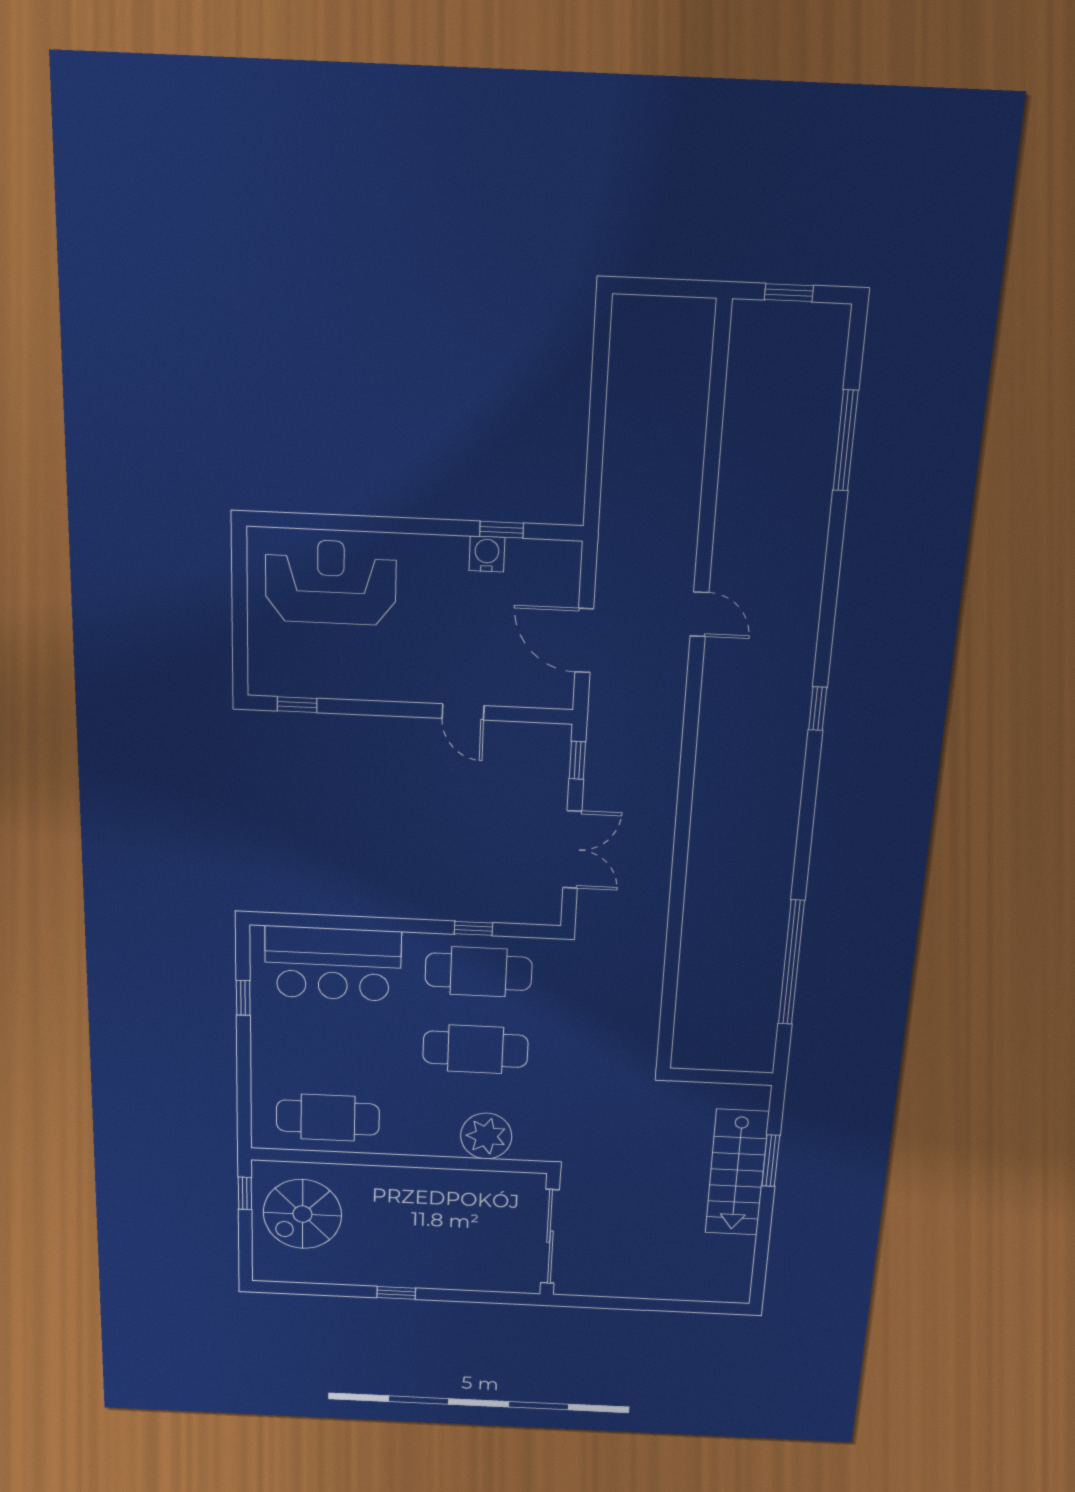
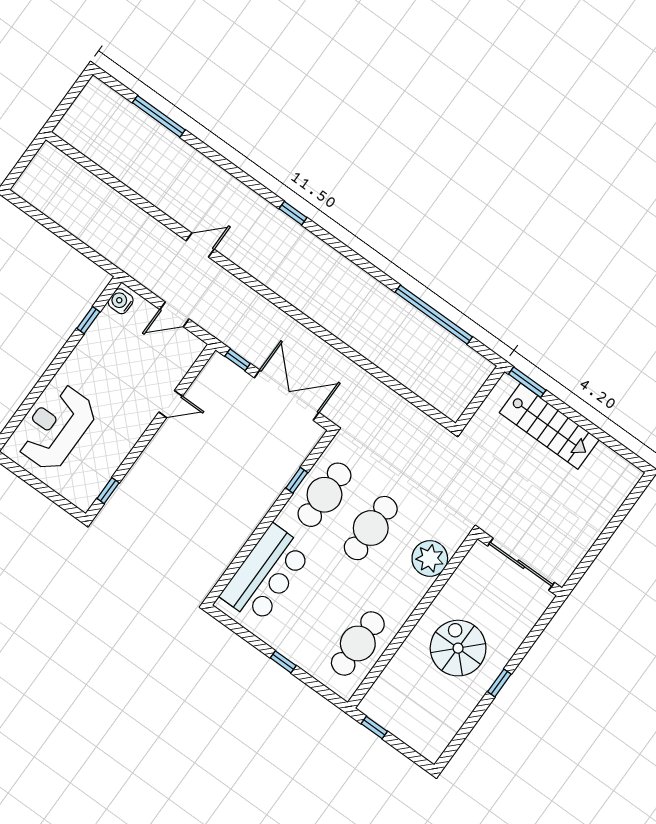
window: (789, 293) -> (67, 102), removed
water cooler: (487, 554) -> (121, 301), moved
door: (584, 640) -> (174, 314), width x0.73
double door: (572, 850) -> (287, 395), width x1.37
window: (243, 998) -> (283, 662), moved
window: (771, 1161) -> (527, 382), moved
spiral stairs: (302, 1214) -> (458, 648), moved, turned 180

